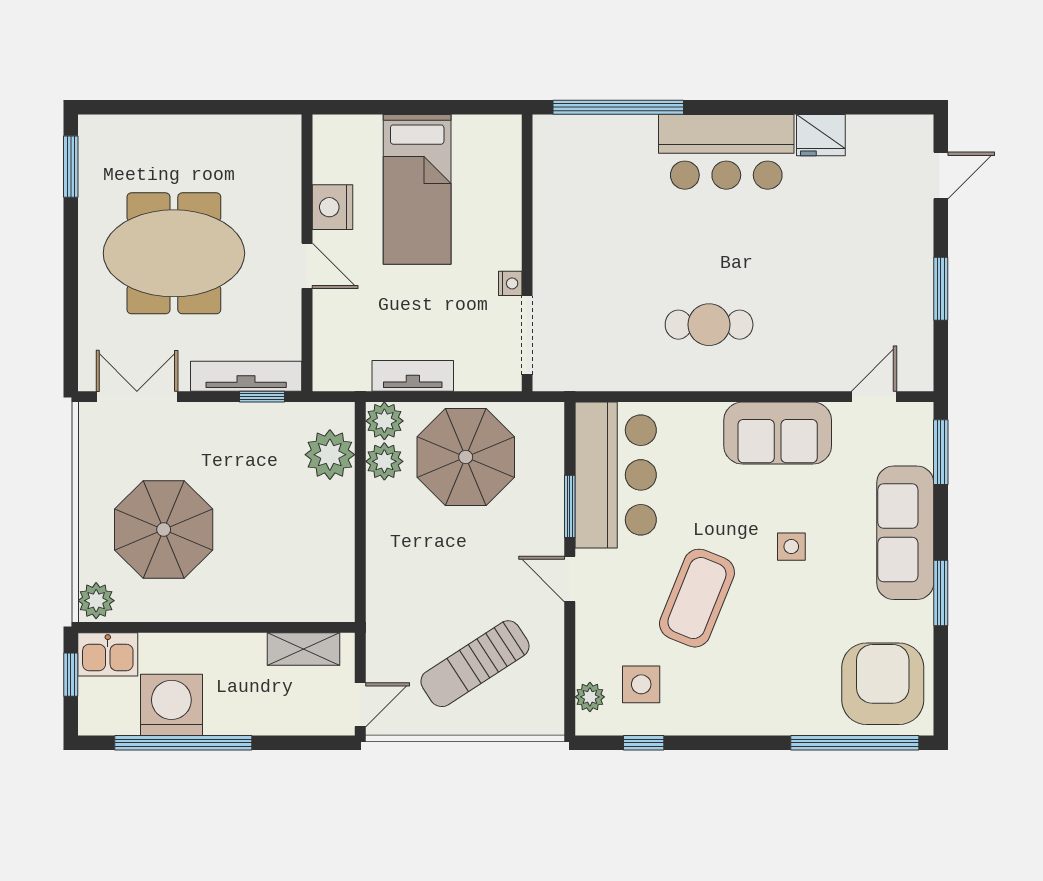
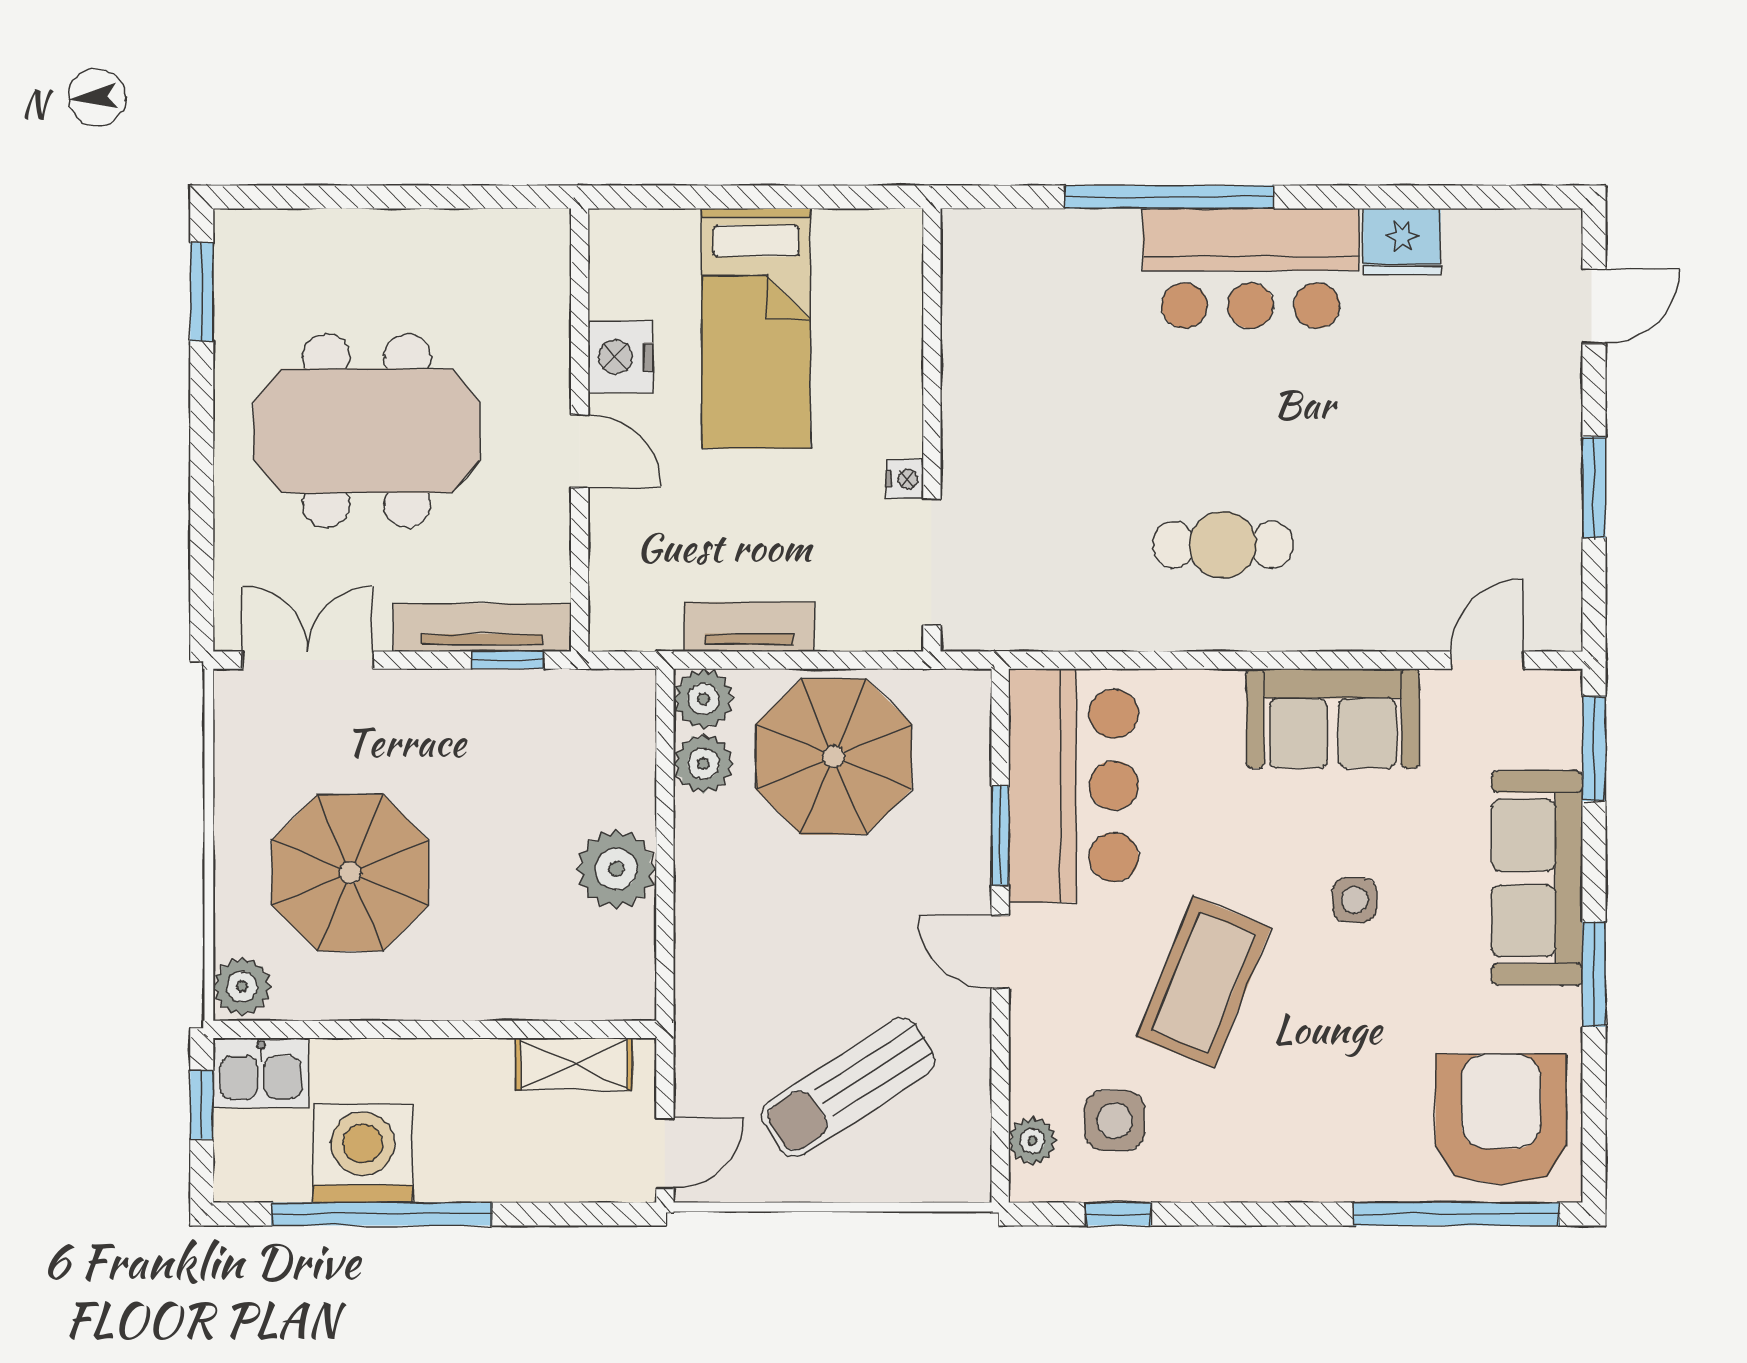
window: (618, 107) -> (1169, 197), moved
plant: (330, 455) -> (616, 869), moved

